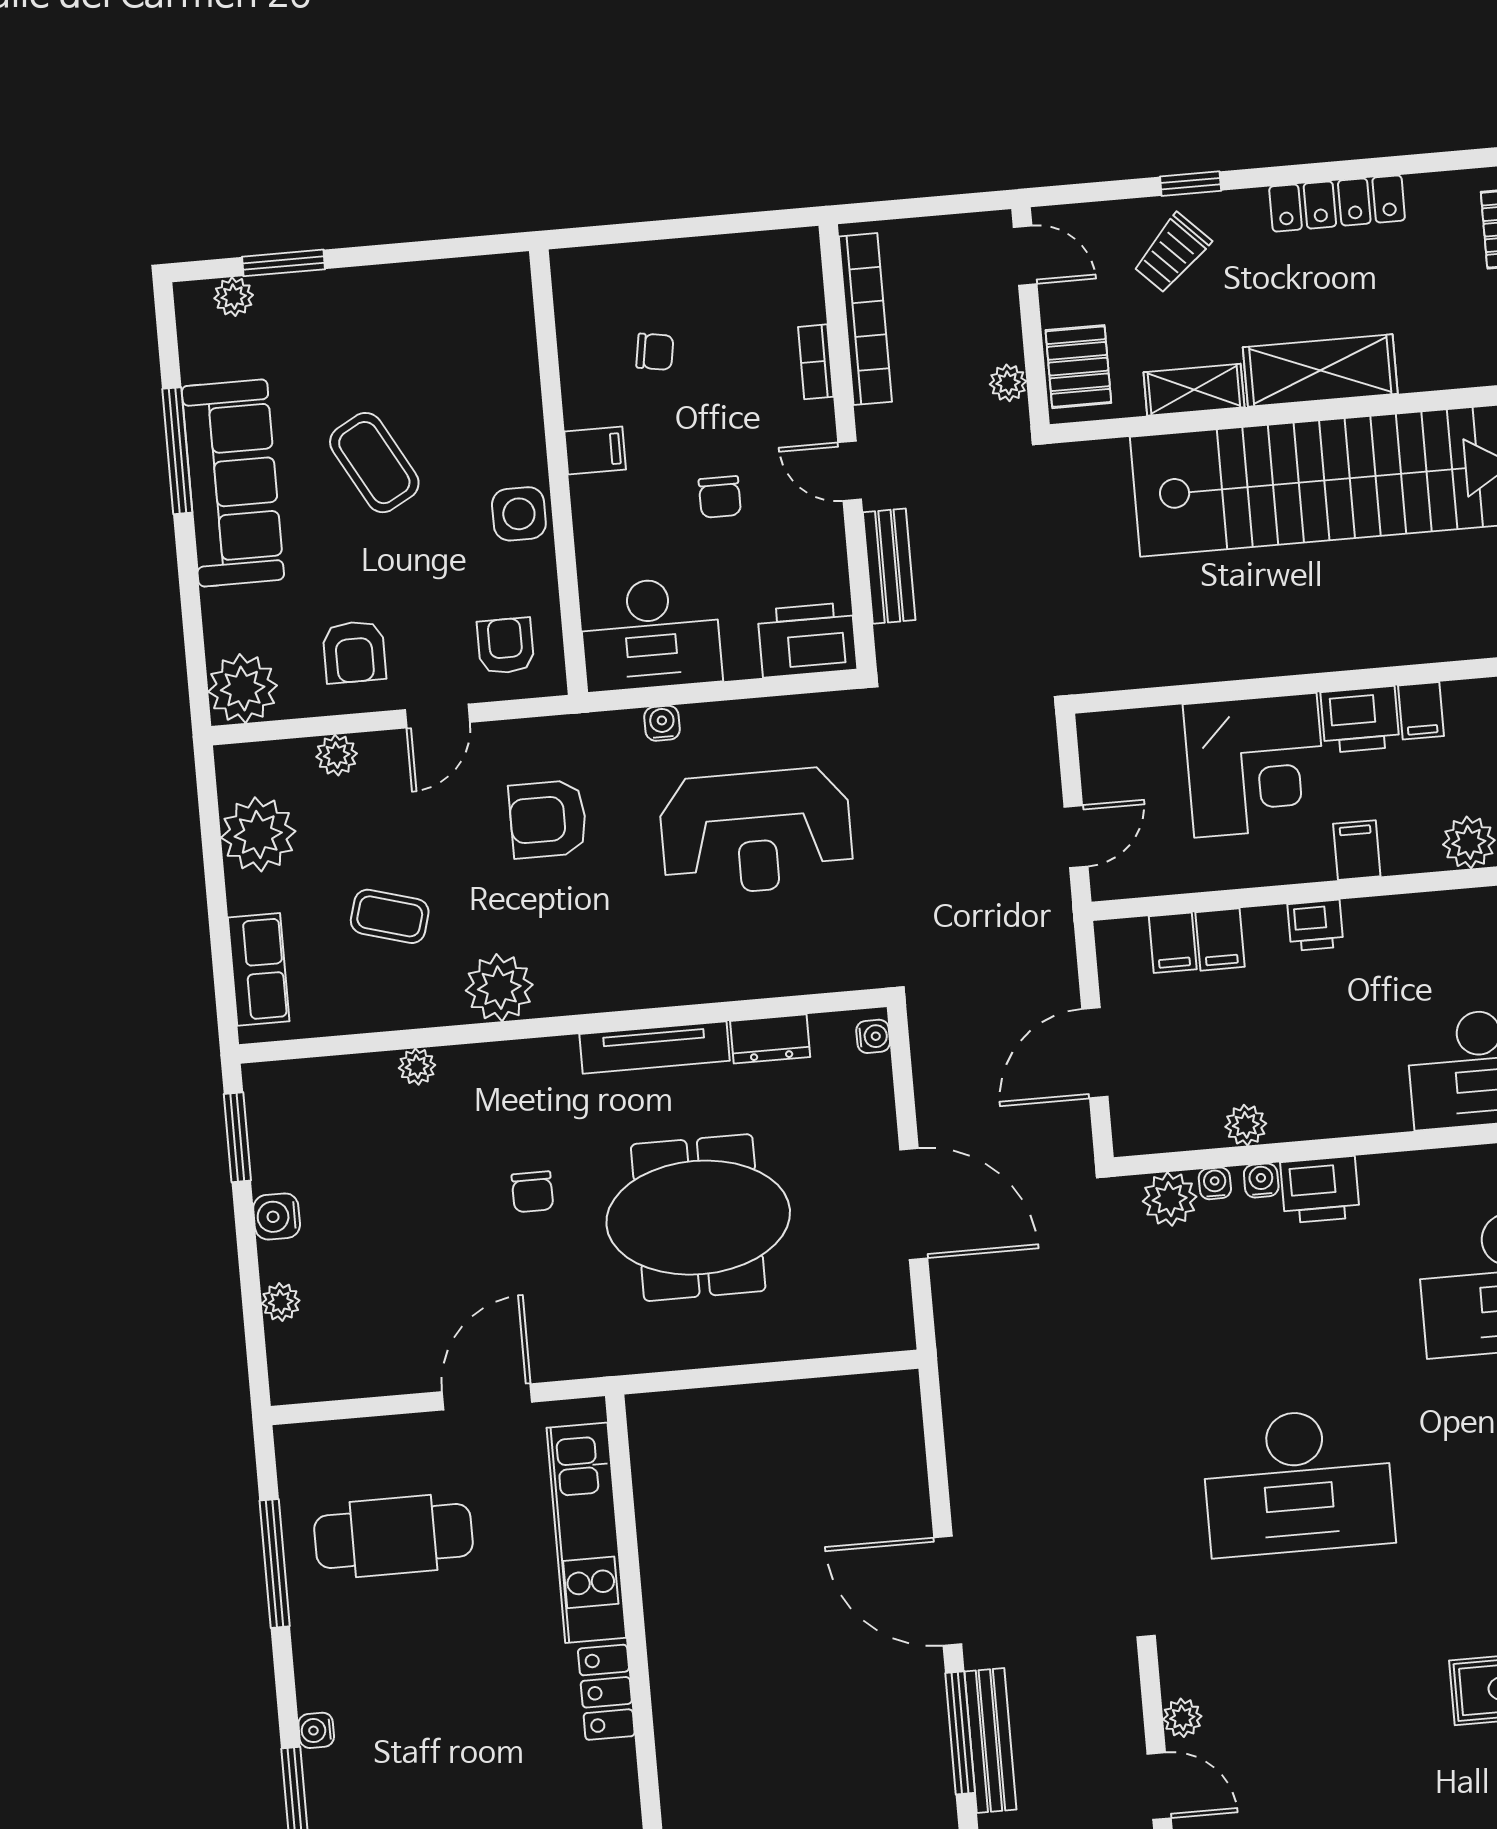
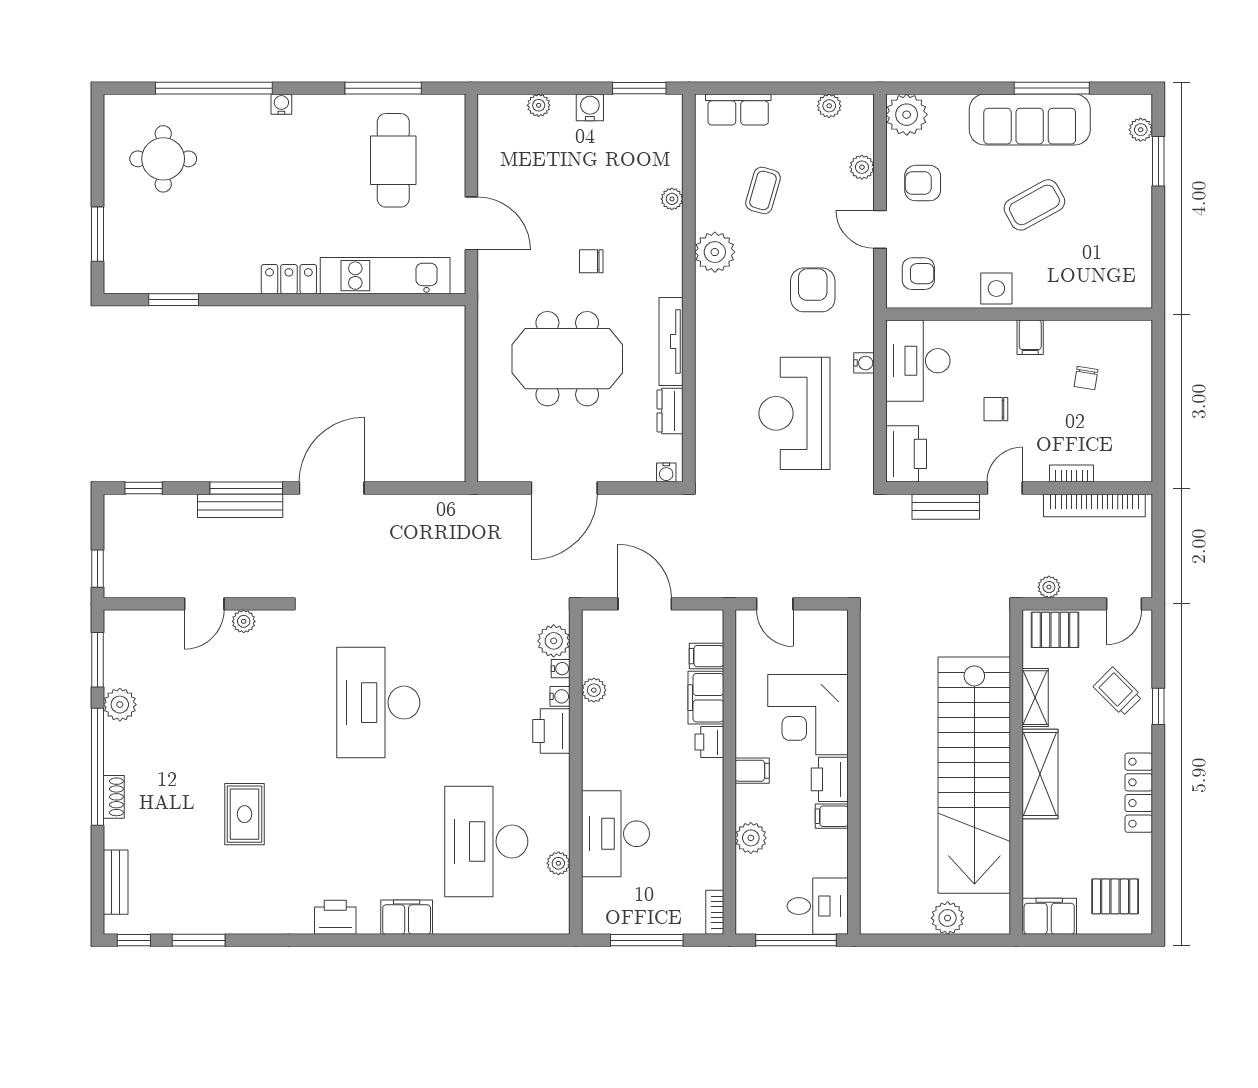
plant: (258, 834) -> (829, 106), width x0.53, depth x0.53
filing cabinet: (1220, 939) -> (706, 698), width x2.00
meeting table: (698, 1218) -> (567, 359), turned 90

